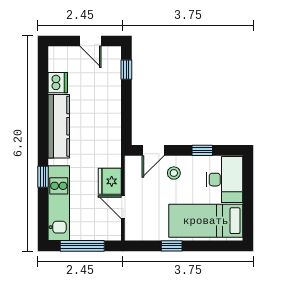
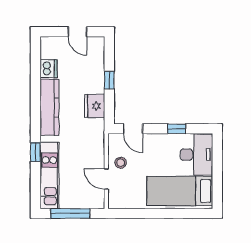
window: (126, 70) -> (109, 80), moved
door: (153, 150) -> (133, 129), hinge flipped
stool: (174, 173) -> (121, 163), moved
fridge: (110, 181) -> (95, 106), moved
window: (172, 246) -> (149, 213), removed

